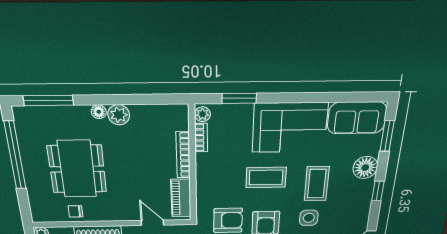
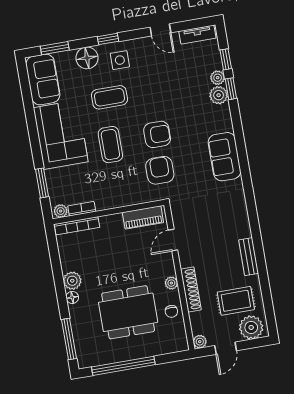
bookcase: (183, 155) -> (77, 226), moved
plant: (106, 215) -> (171, 283), added
side table: (309, 218) -> (120, 60), moved

